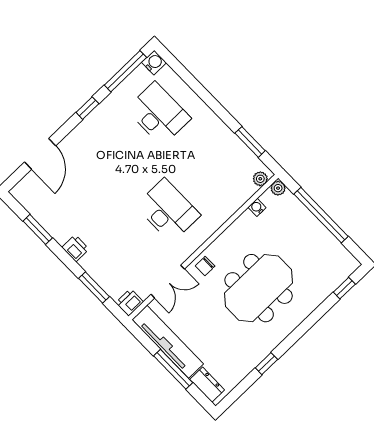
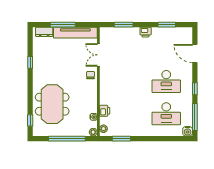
desk: (168, 210) -> (166, 82), moved
meeting table: (259, 288) -> (52, 104), moved
printer: (130, 302) -> (105, 111), moved

